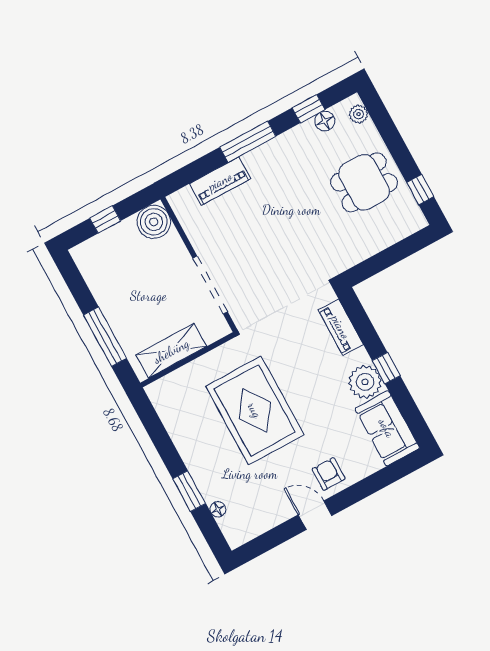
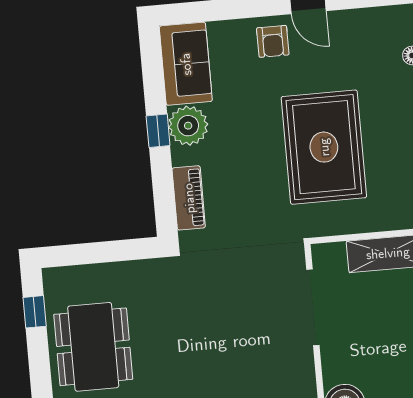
dining table: (364, 182) -> (93, 347), width x1.38

